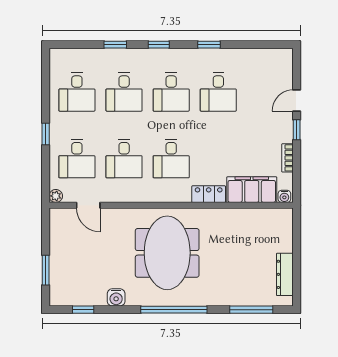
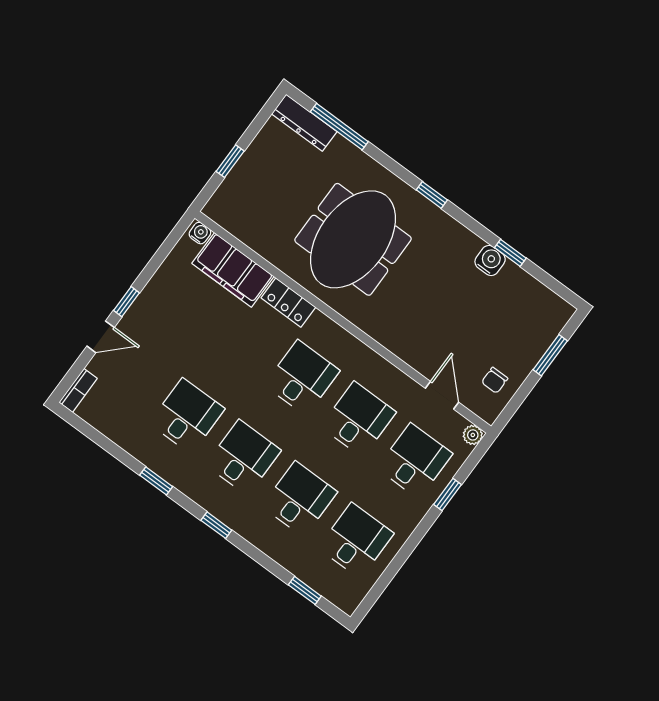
window: (115, 45) -> (305, 590), moved
window: (46, 134) -> (448, 495), moved
bookcase: (287, 158) -> (78, 390), moved
chair: (66, 234) -> (495, 380), added
window: (297, 247) -> (230, 161), added
meeting table: (167, 253) -> (353, 239), moved
dresser: (285, 274) -> (304, 123), moved, turned 90
window: (83, 310) -> (510, 253), moved
window: (174, 310) -> (432, 195), width x0.32

